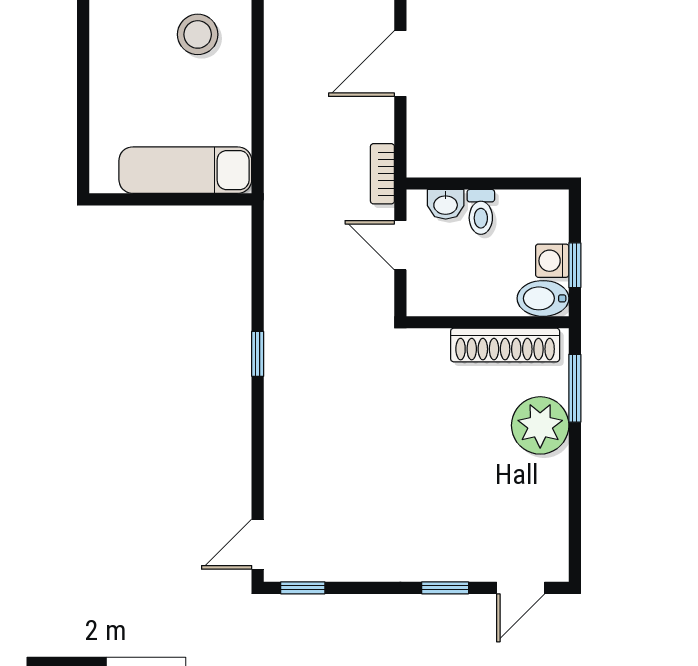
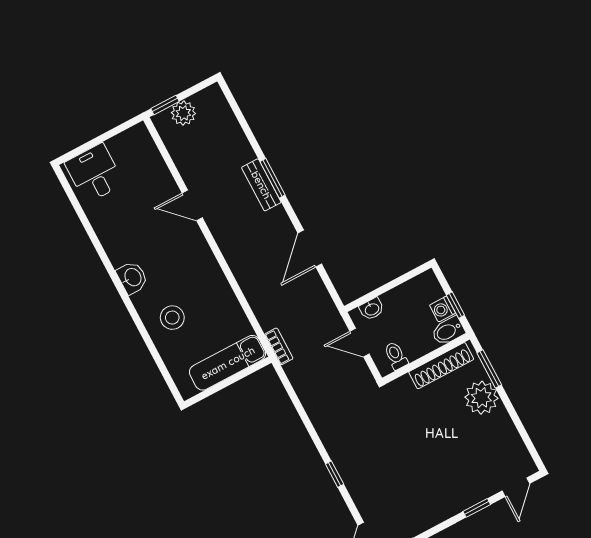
stool: (198, 34) -> (172, 318), moved
bookcase: (382, 174) -> (279, 346), moved, turned 180
toilet: (481, 212) -> (396, 356), moved, turned 180
window: (258, 354) -> (335, 474), moved

